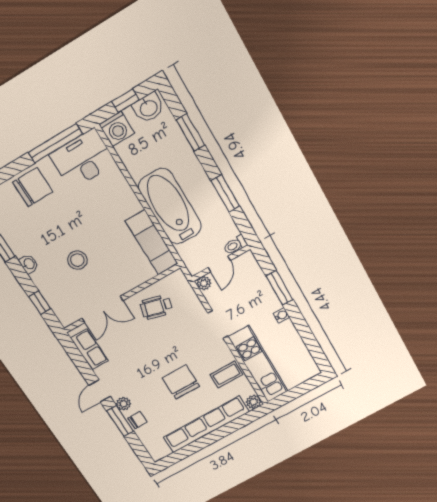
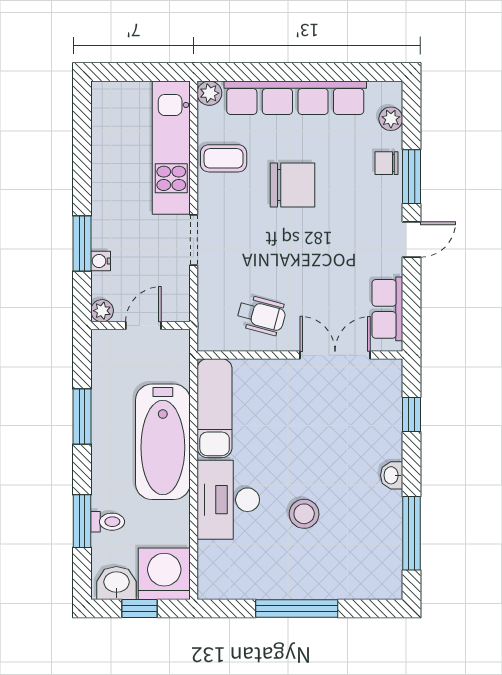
washing machine: (117, 129) -> (164, 574), width x1.37, depth x1.37
window: (55, 143) -> (297, 608), moved
desk: (83, 159) -> (228, 500), moved, turned 90
chair: (33, 187) -> (322, 571), removed
toilet: (235, 245) -> (108, 522), moved
stool: (77, 260) -> (304, 514), moved
plant: (204, 283) -> (102, 311), moved
water cooler: (281, 315) -> (101, 261), moved
chair: (181, 382) -> (292, 185), turned -90
plant: (123, 404) -> (391, 119), moved

